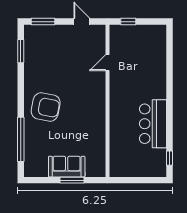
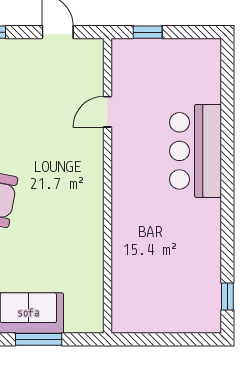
bar counter: (153, 124) -> (196, 151), moved

